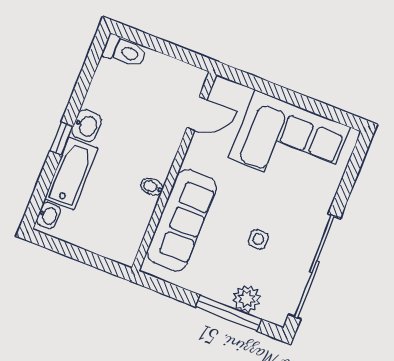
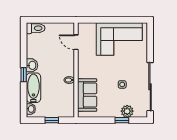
door: (197, 114) -> (76, 42), swing flipped
sofa: (182, 220) -> (87, 95), width x0.73
window: (83, 256) -> (52, 120), added
window: (229, 313) -> (122, 120), width x0.46

